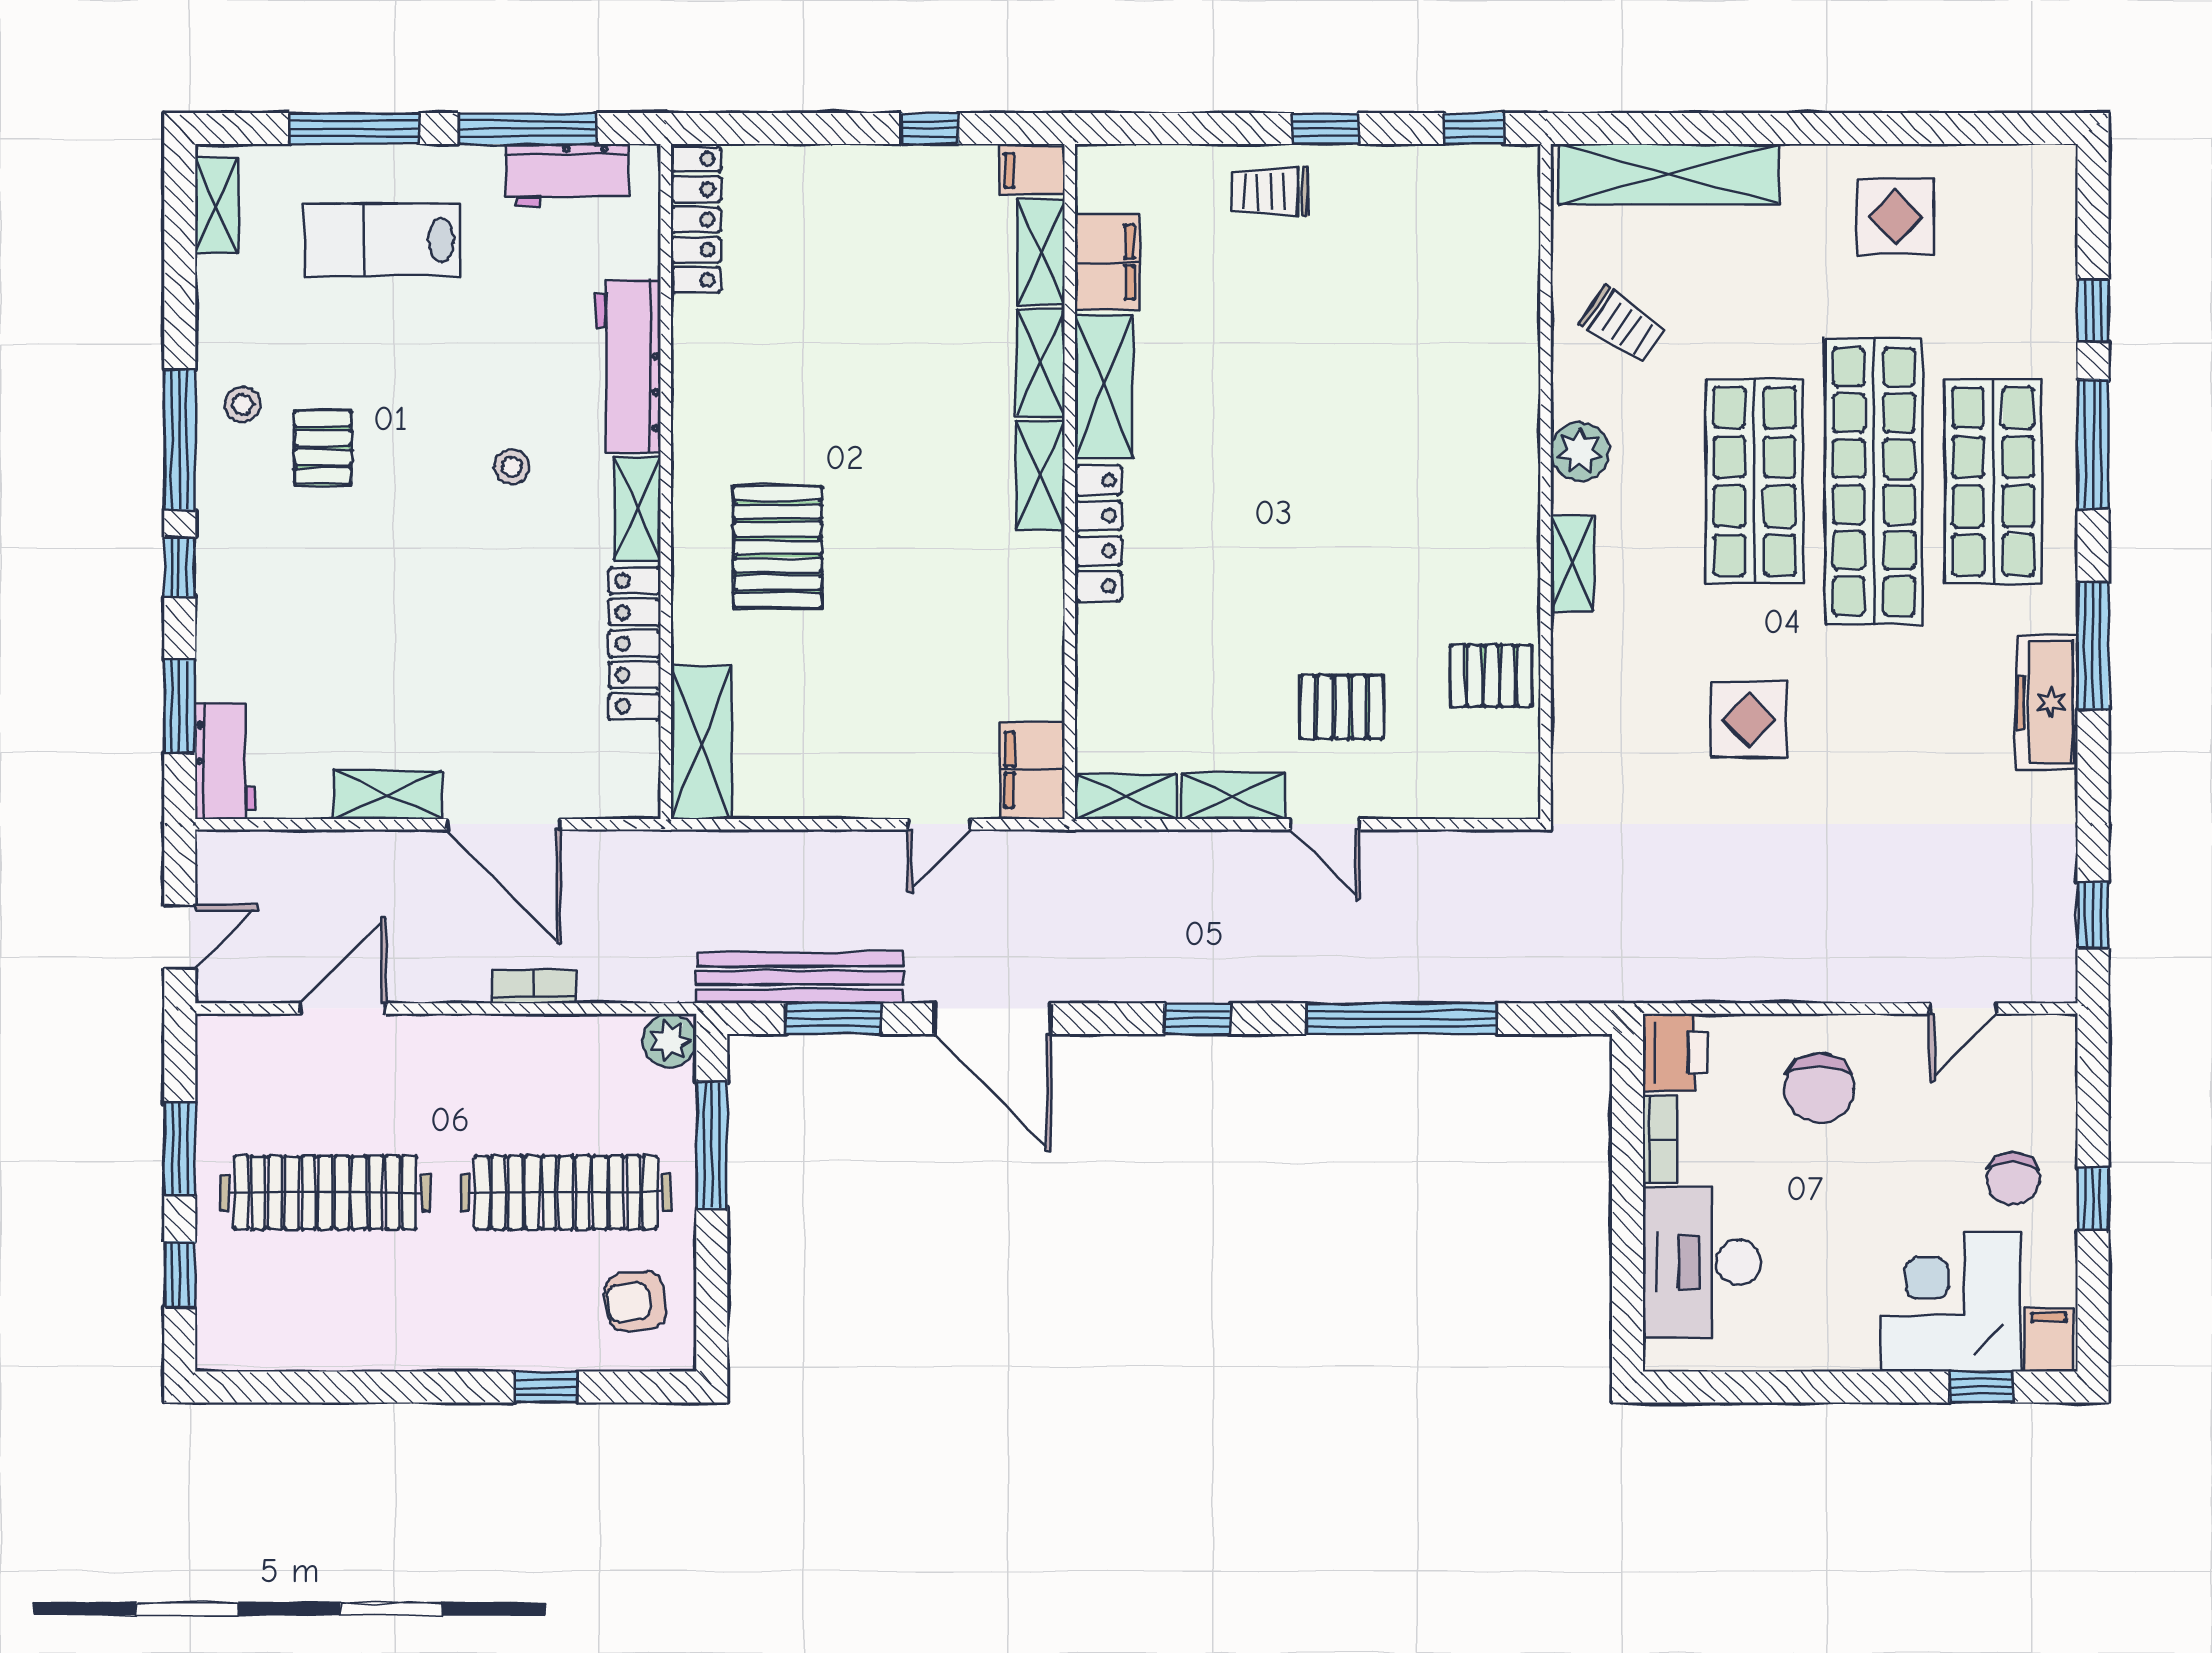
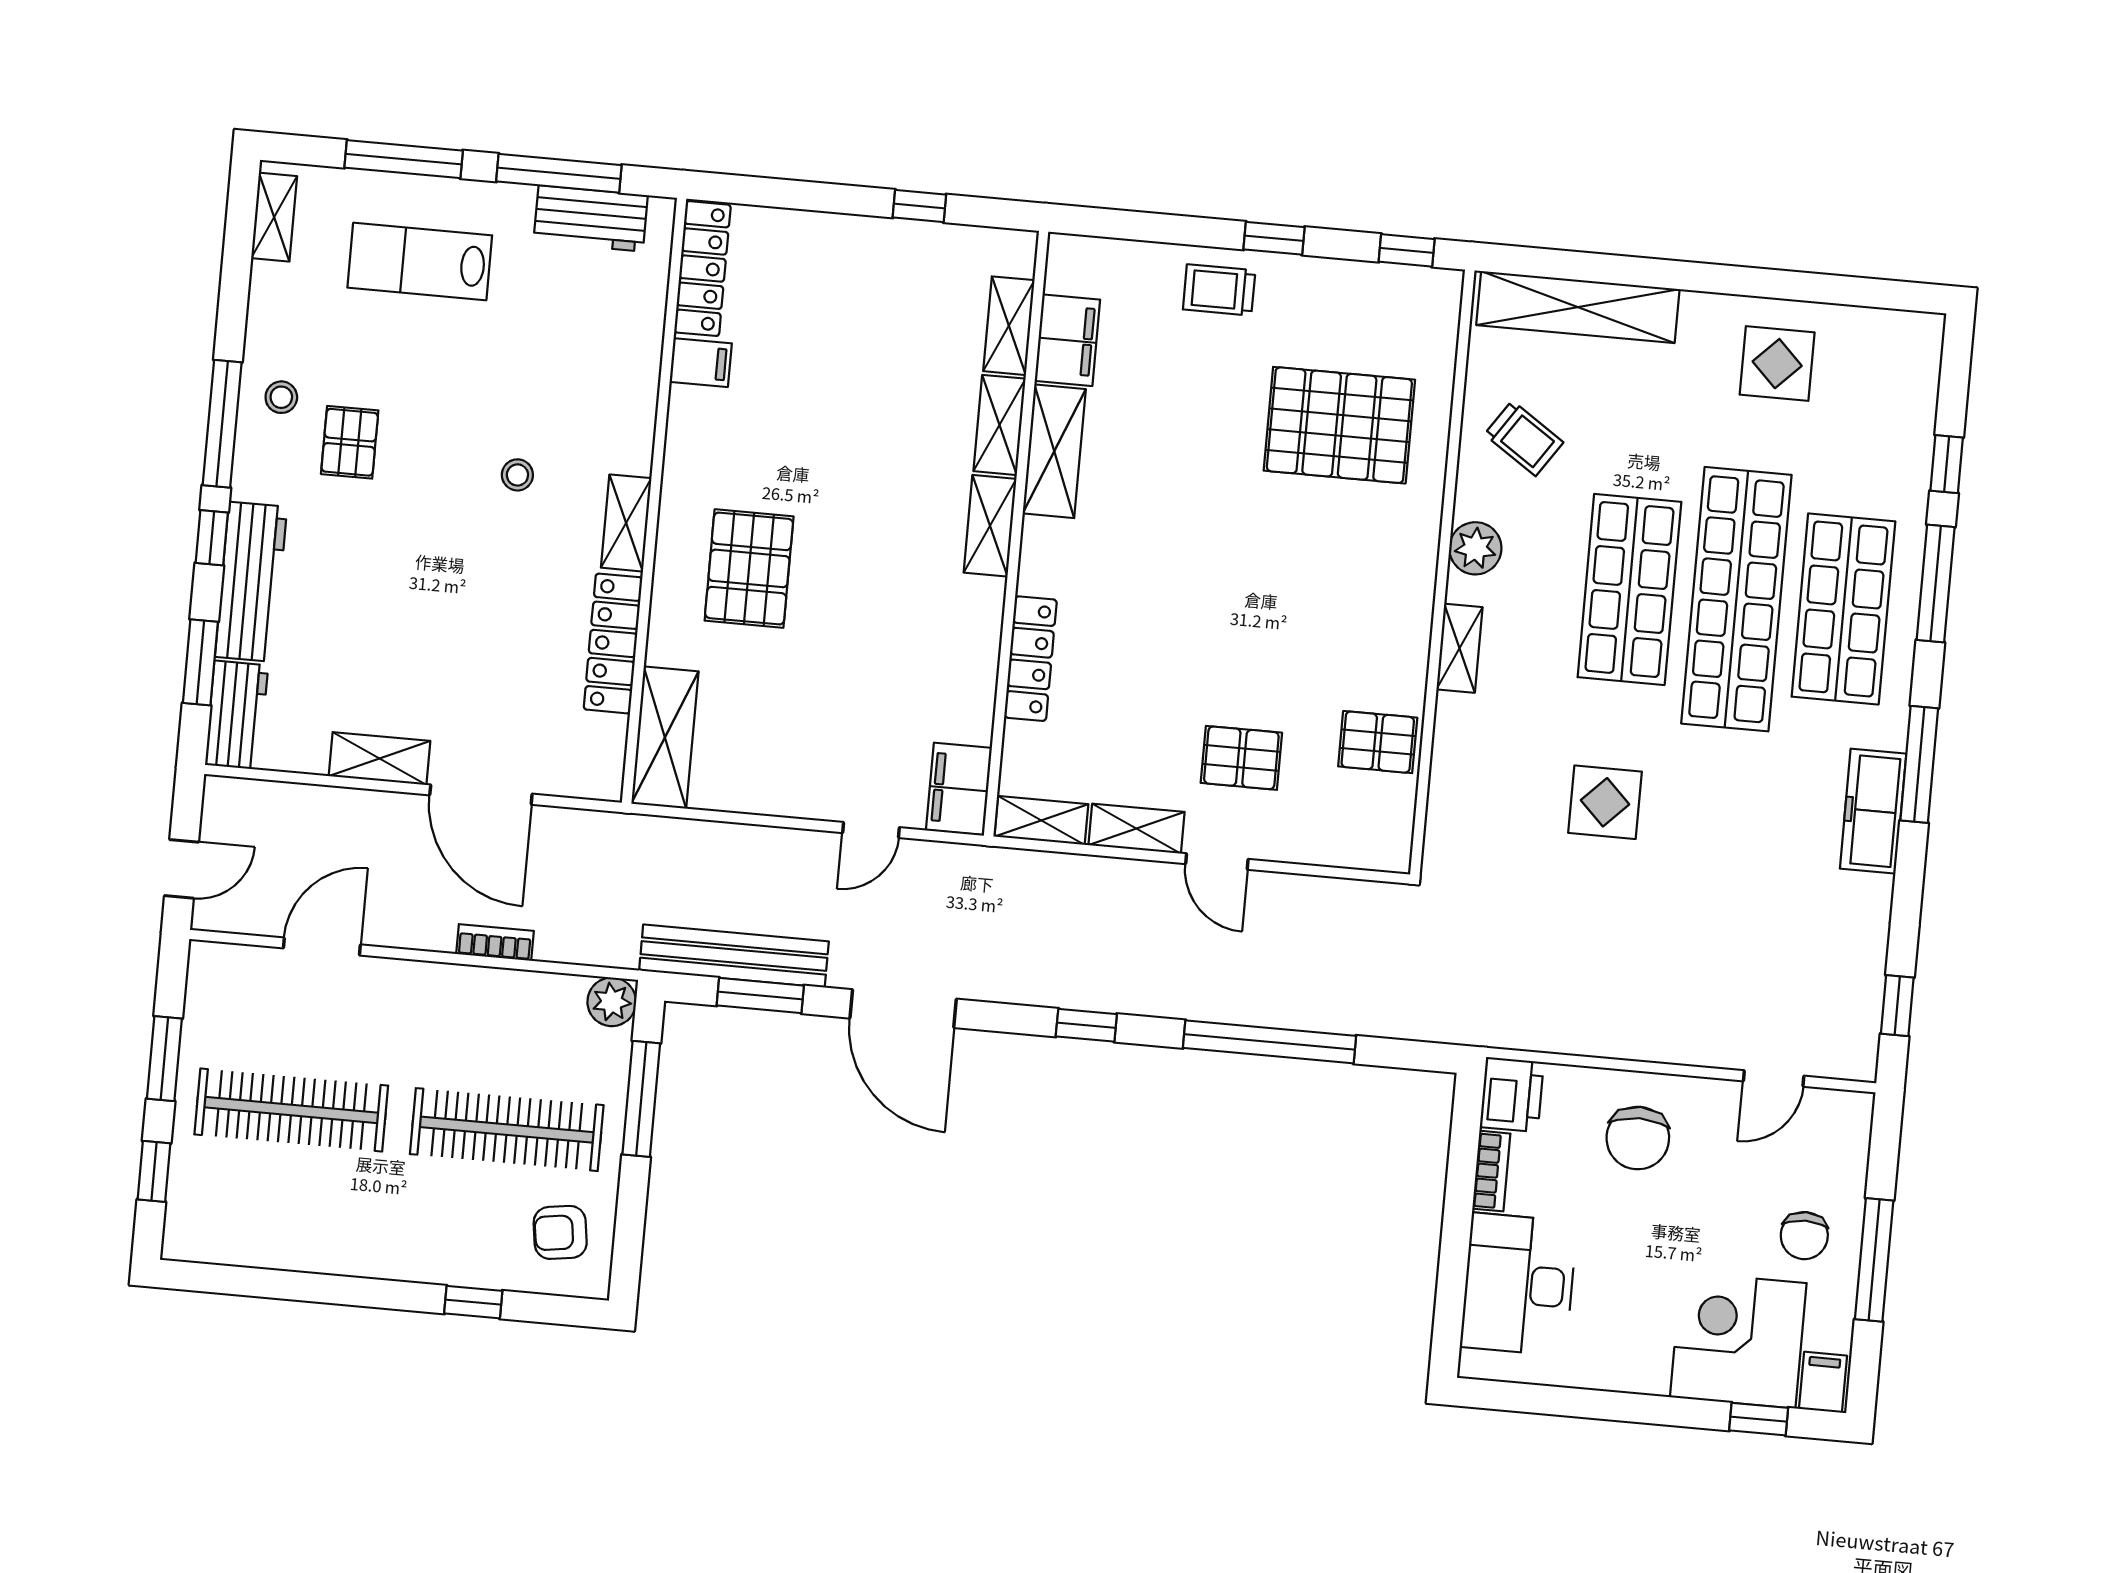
filing cabinet: (1032, 170) -> (701, 363), moved, turned 180
pallet: (1417, 329) -> (1339, 425), added
workbench: (628, 366) -> (251, 582), moved, turned 180
locker: (1098, 533) -> (1030, 659), moved
window: (2093, 1199) -> (1874, 1260), width x2.17

